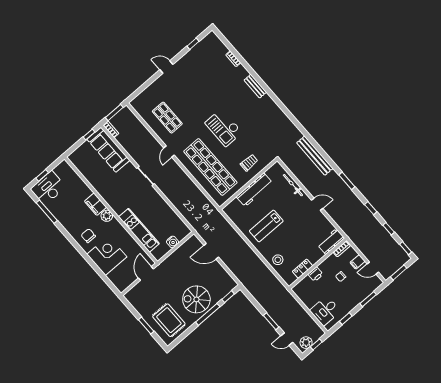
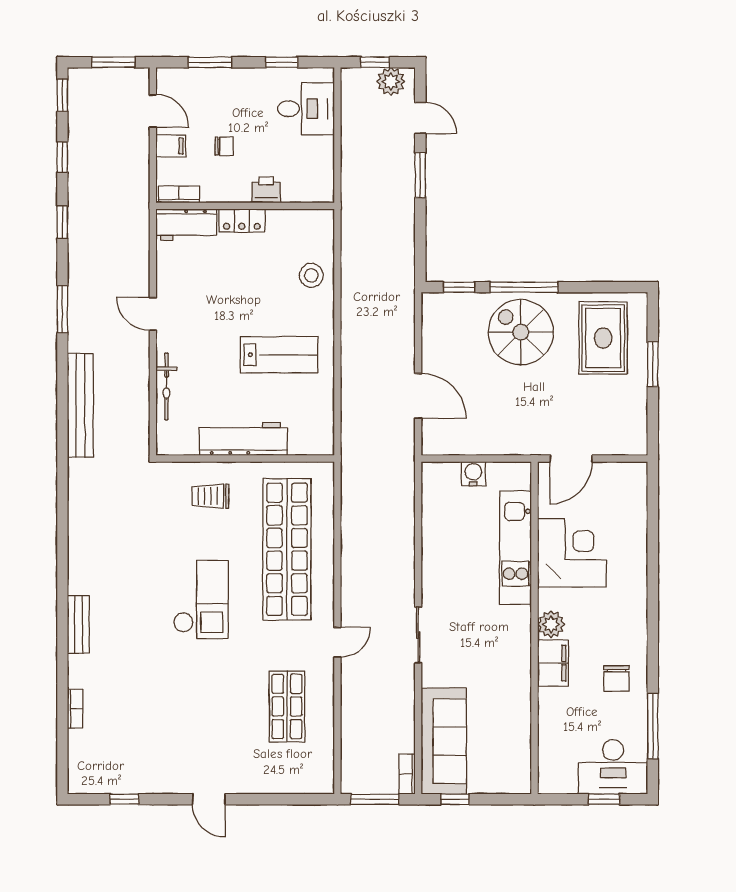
chair: (88, 236) -> (617, 678), moved
corner desk: (107, 256) -> (572, 553), moved, turned 180
locker: (303, 269) -> (242, 220), moved
spiral stairs: (196, 299) -> (521, 332), turned 180

